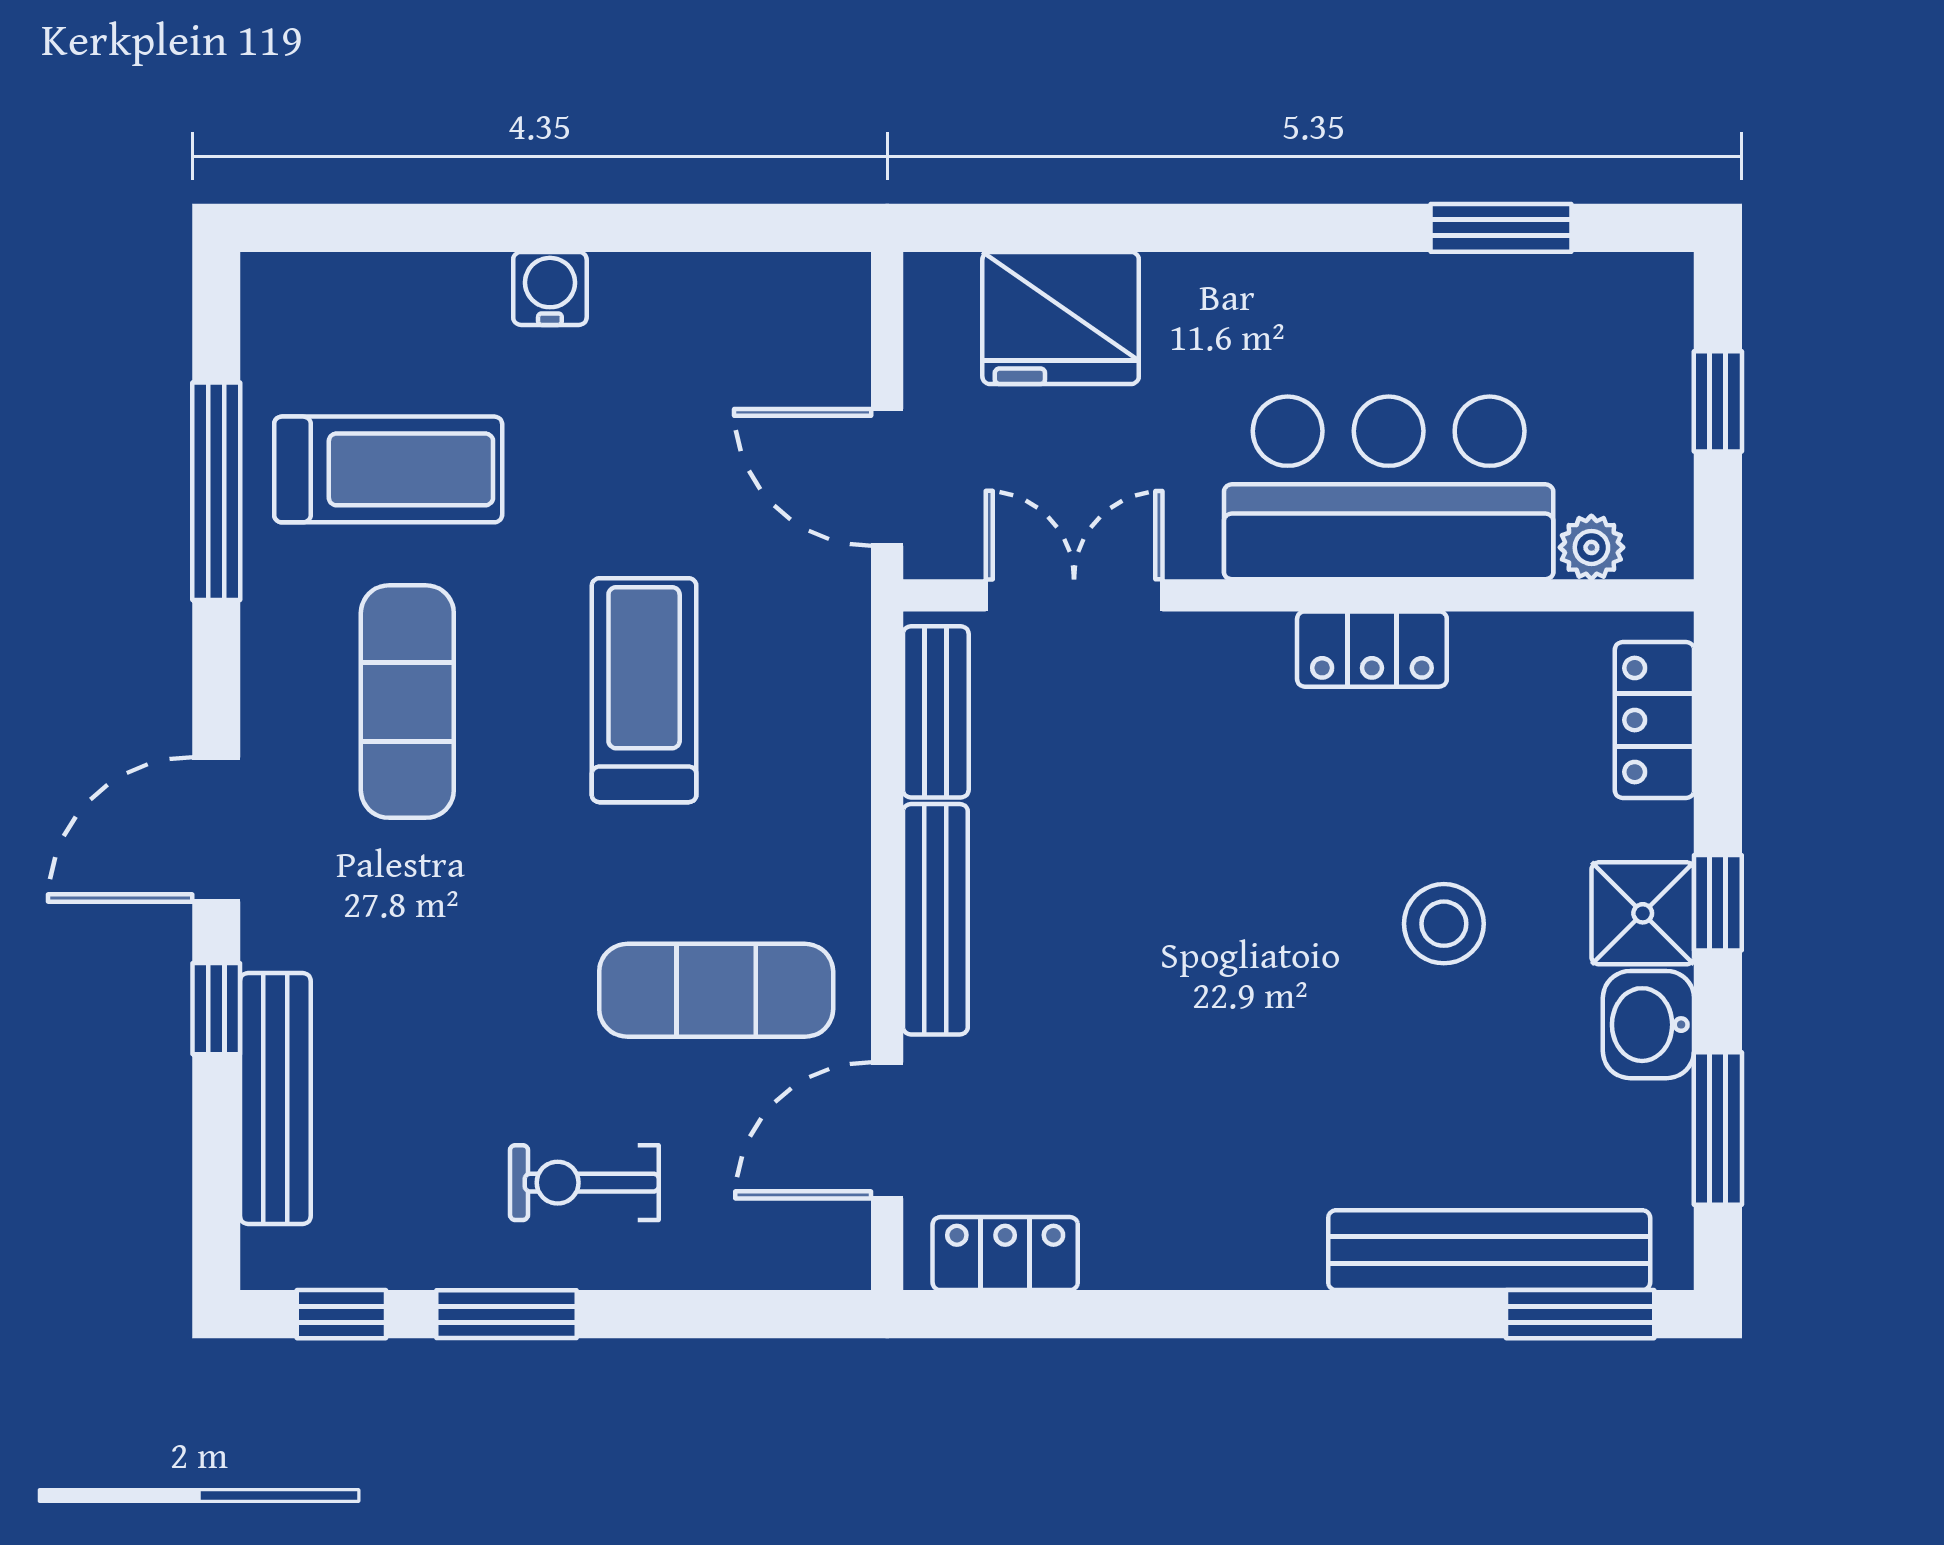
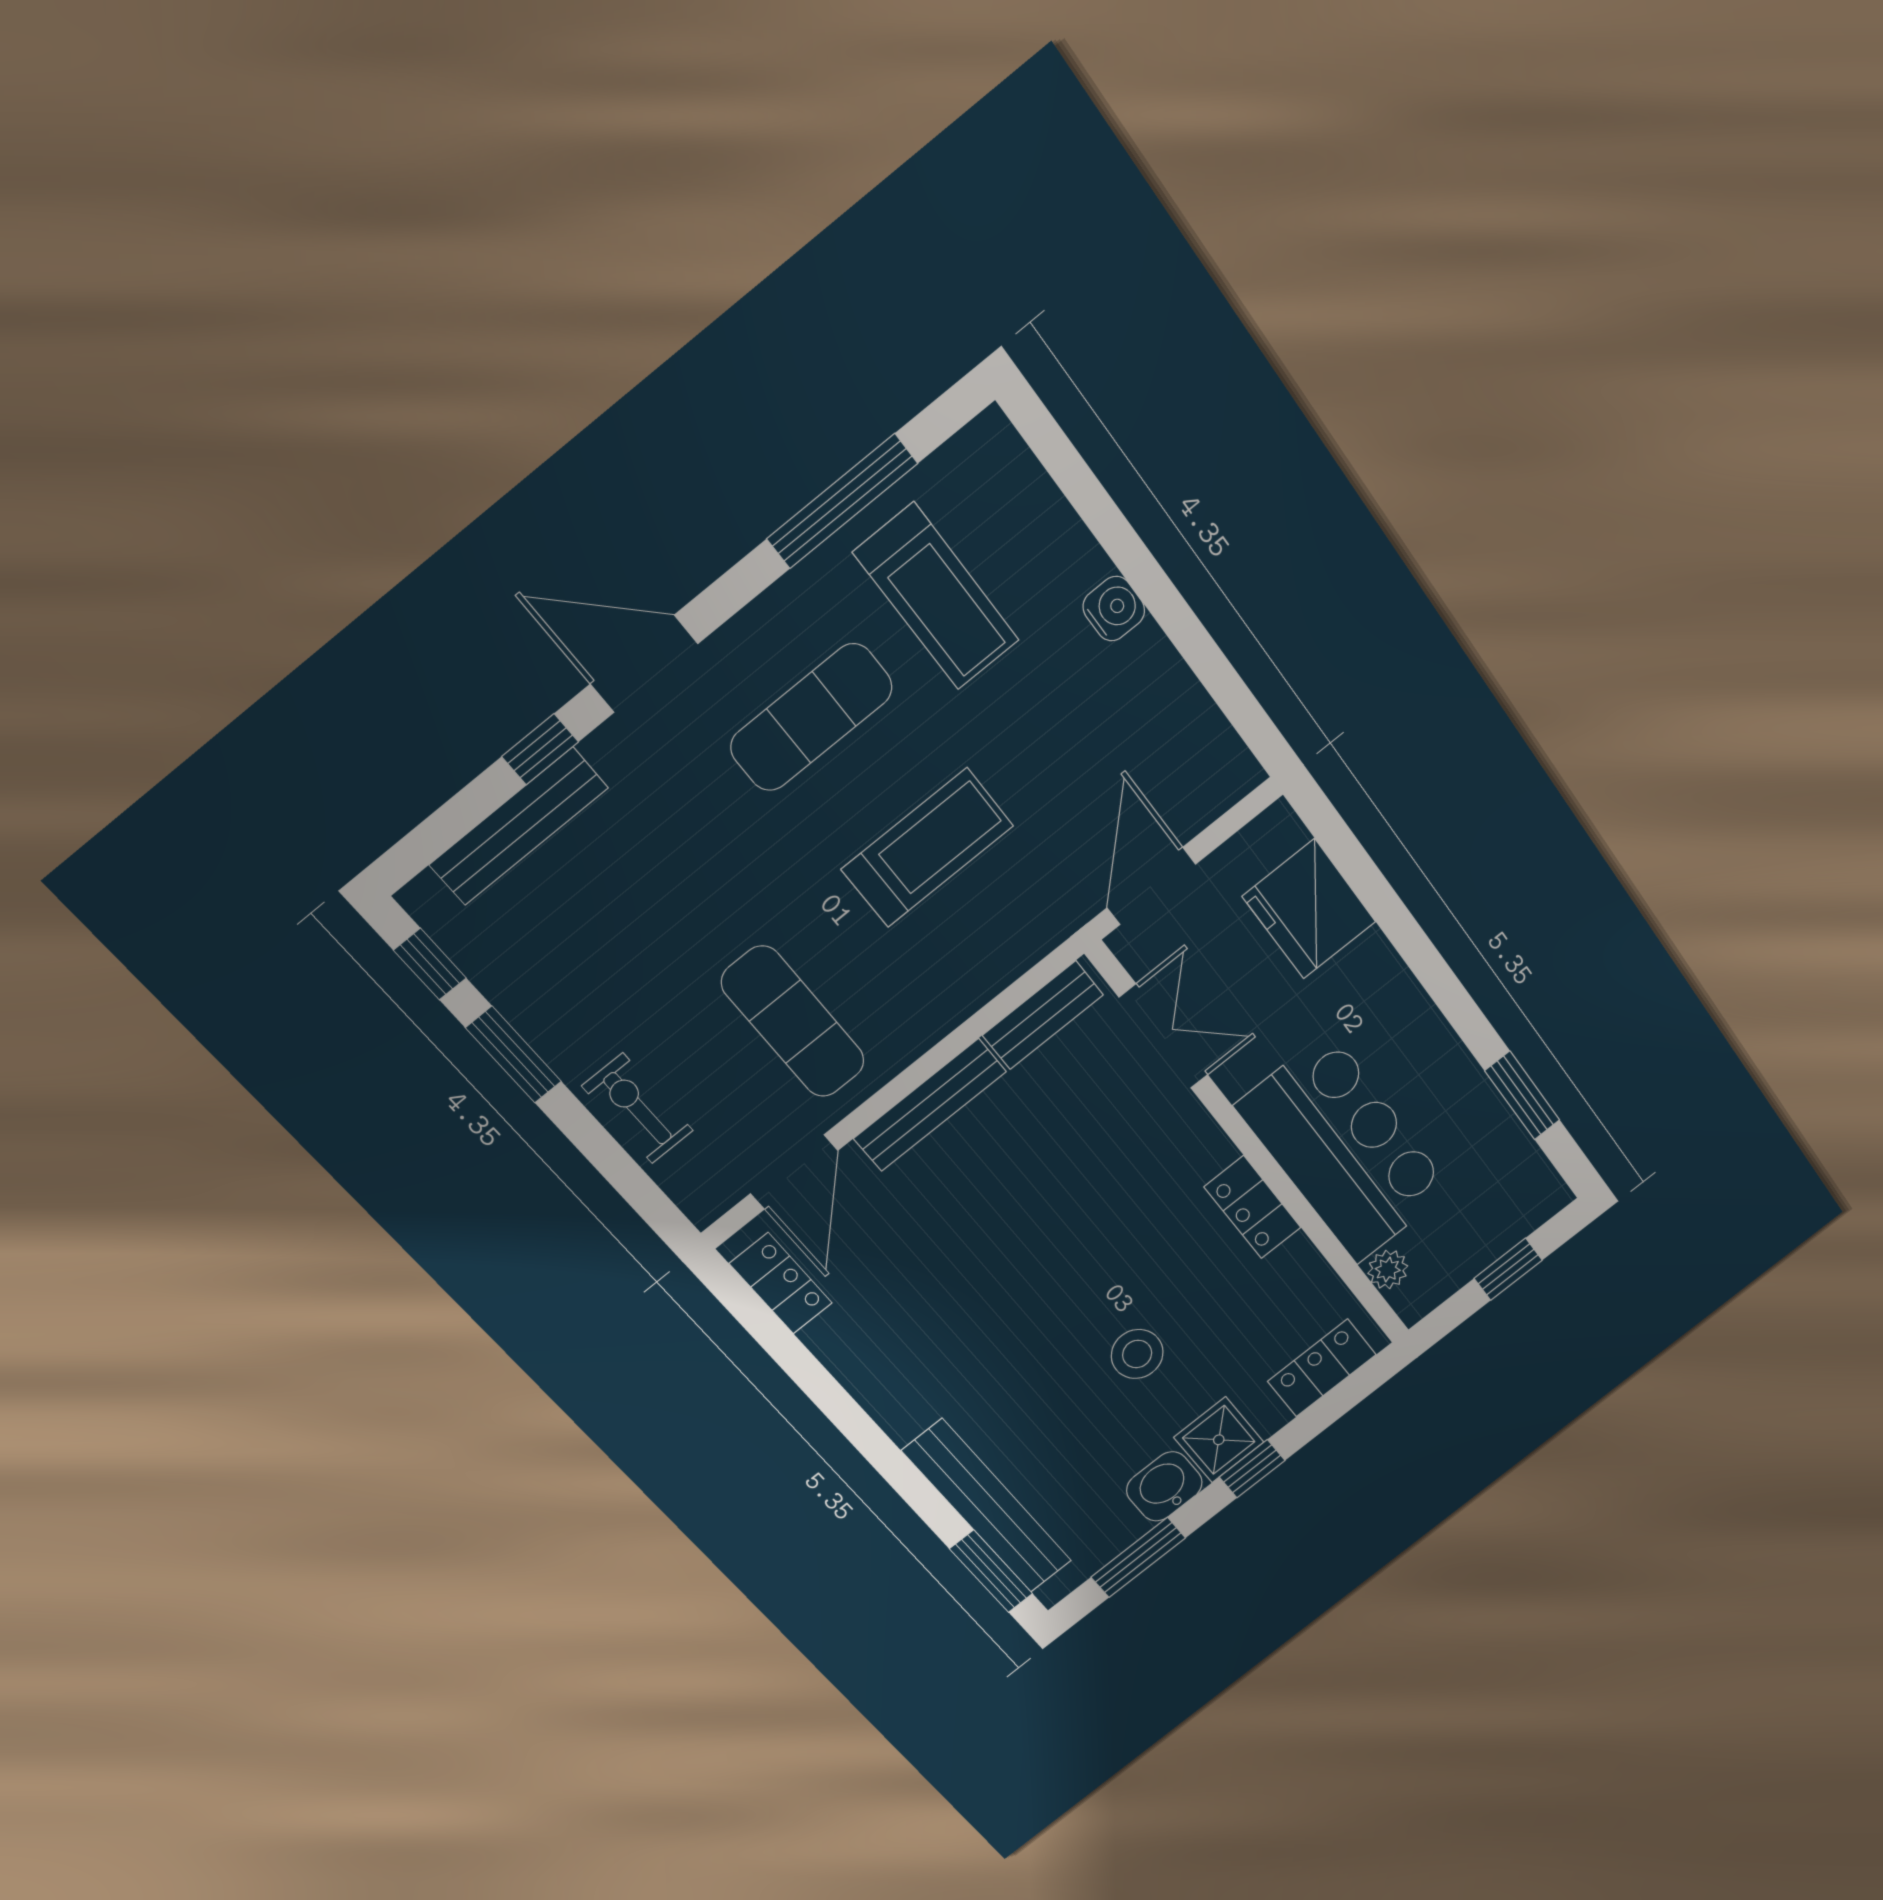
door: (887, 1130) -> (794, 1172), swing flipped
exercise bike: (584, 1183) -> (638, 1108), moved

